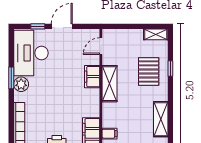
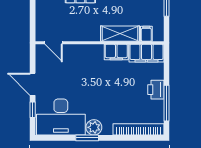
filing cabinet: (92, 77) -> (116, 52), moved
shelving: (110, 84) -> (120, 34), moved

